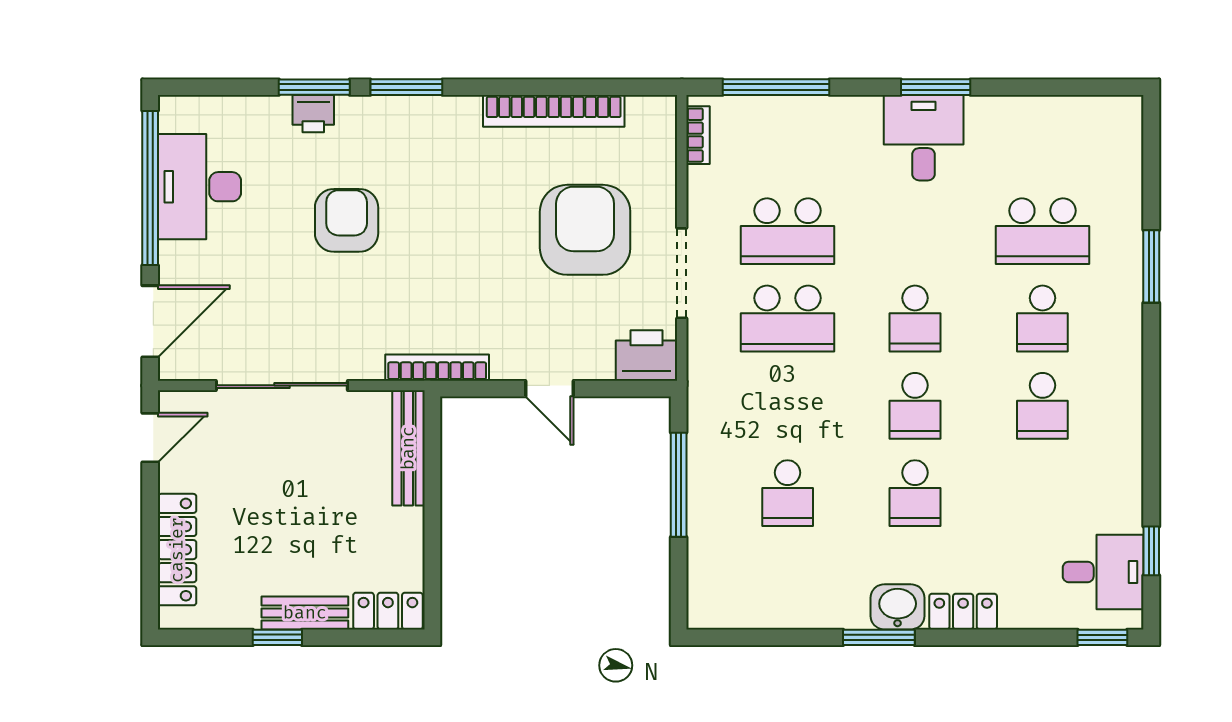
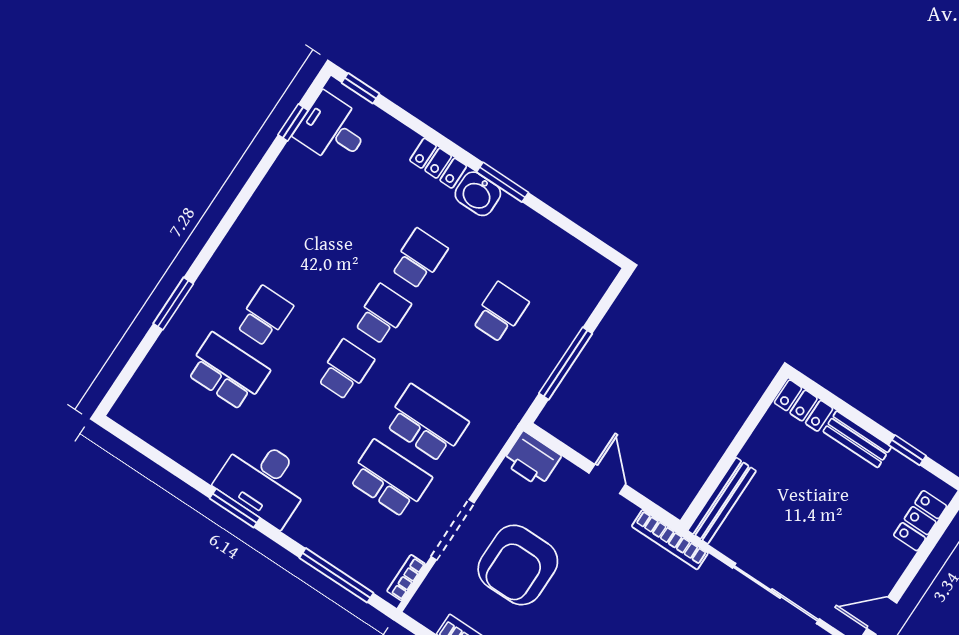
desk: (924, 138) -> (264, 481), width x1.37
doorway: (682, 273) -> (453, 530), moved
school desk: (1042, 406) -> (301, 261), removed
locker: (177, 550) -> (920, 521), width x0.66
window: (277, 637) -> (907, 450), moved

